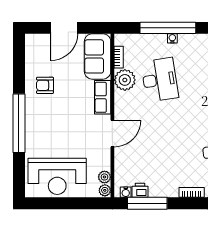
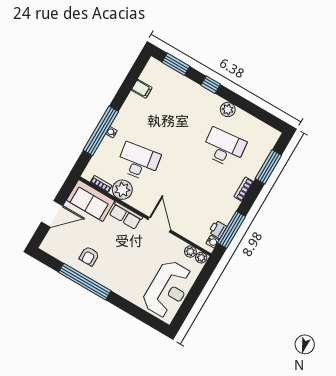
door: (64, 28) -> (52, 214), hinge flipped
window: (19, 123) -> (85, 282), moved

